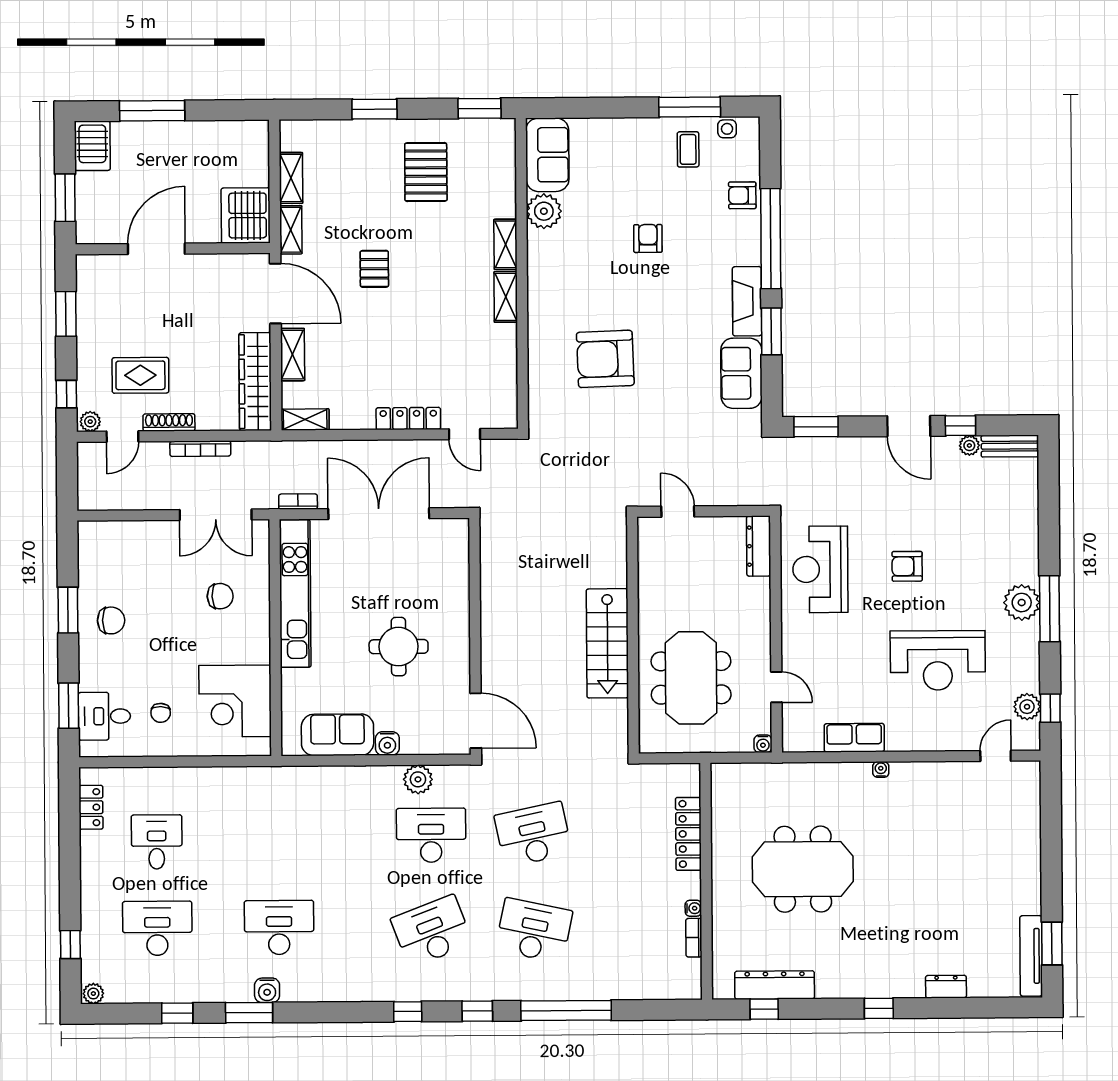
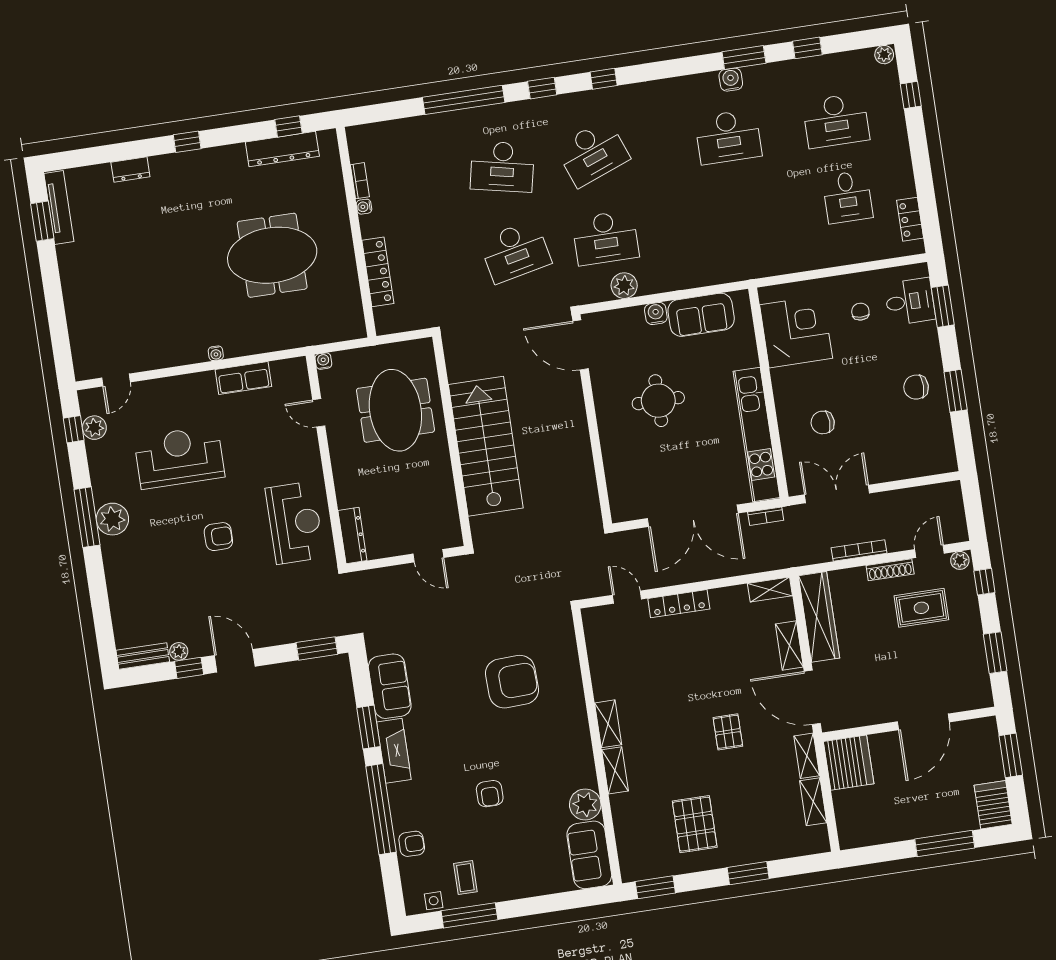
stairs: (607, 643) -> (486, 446), width x1.36, depth x1.51

